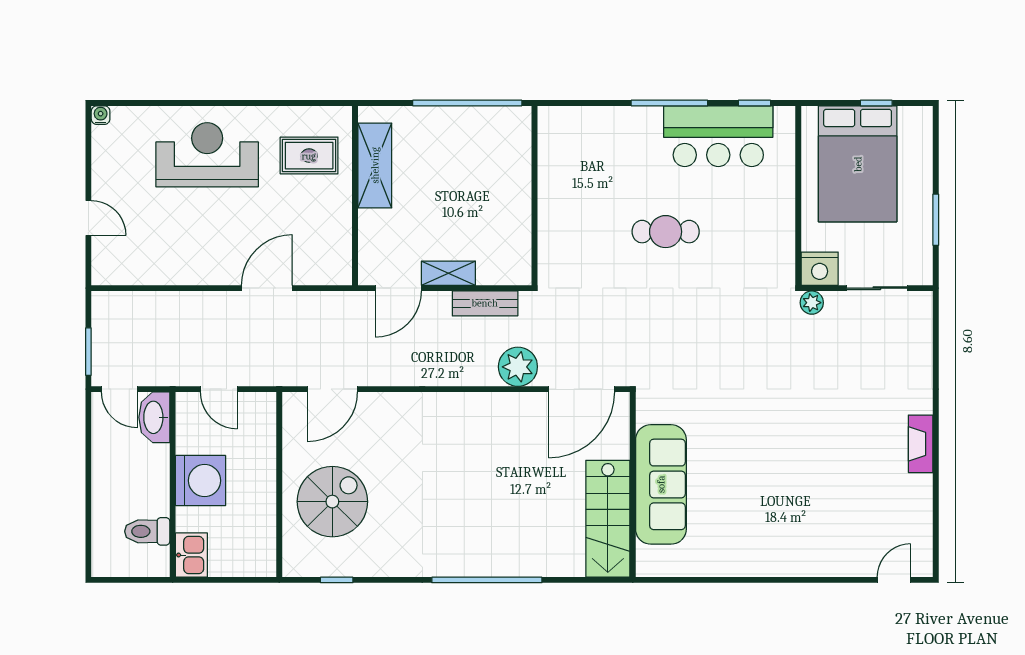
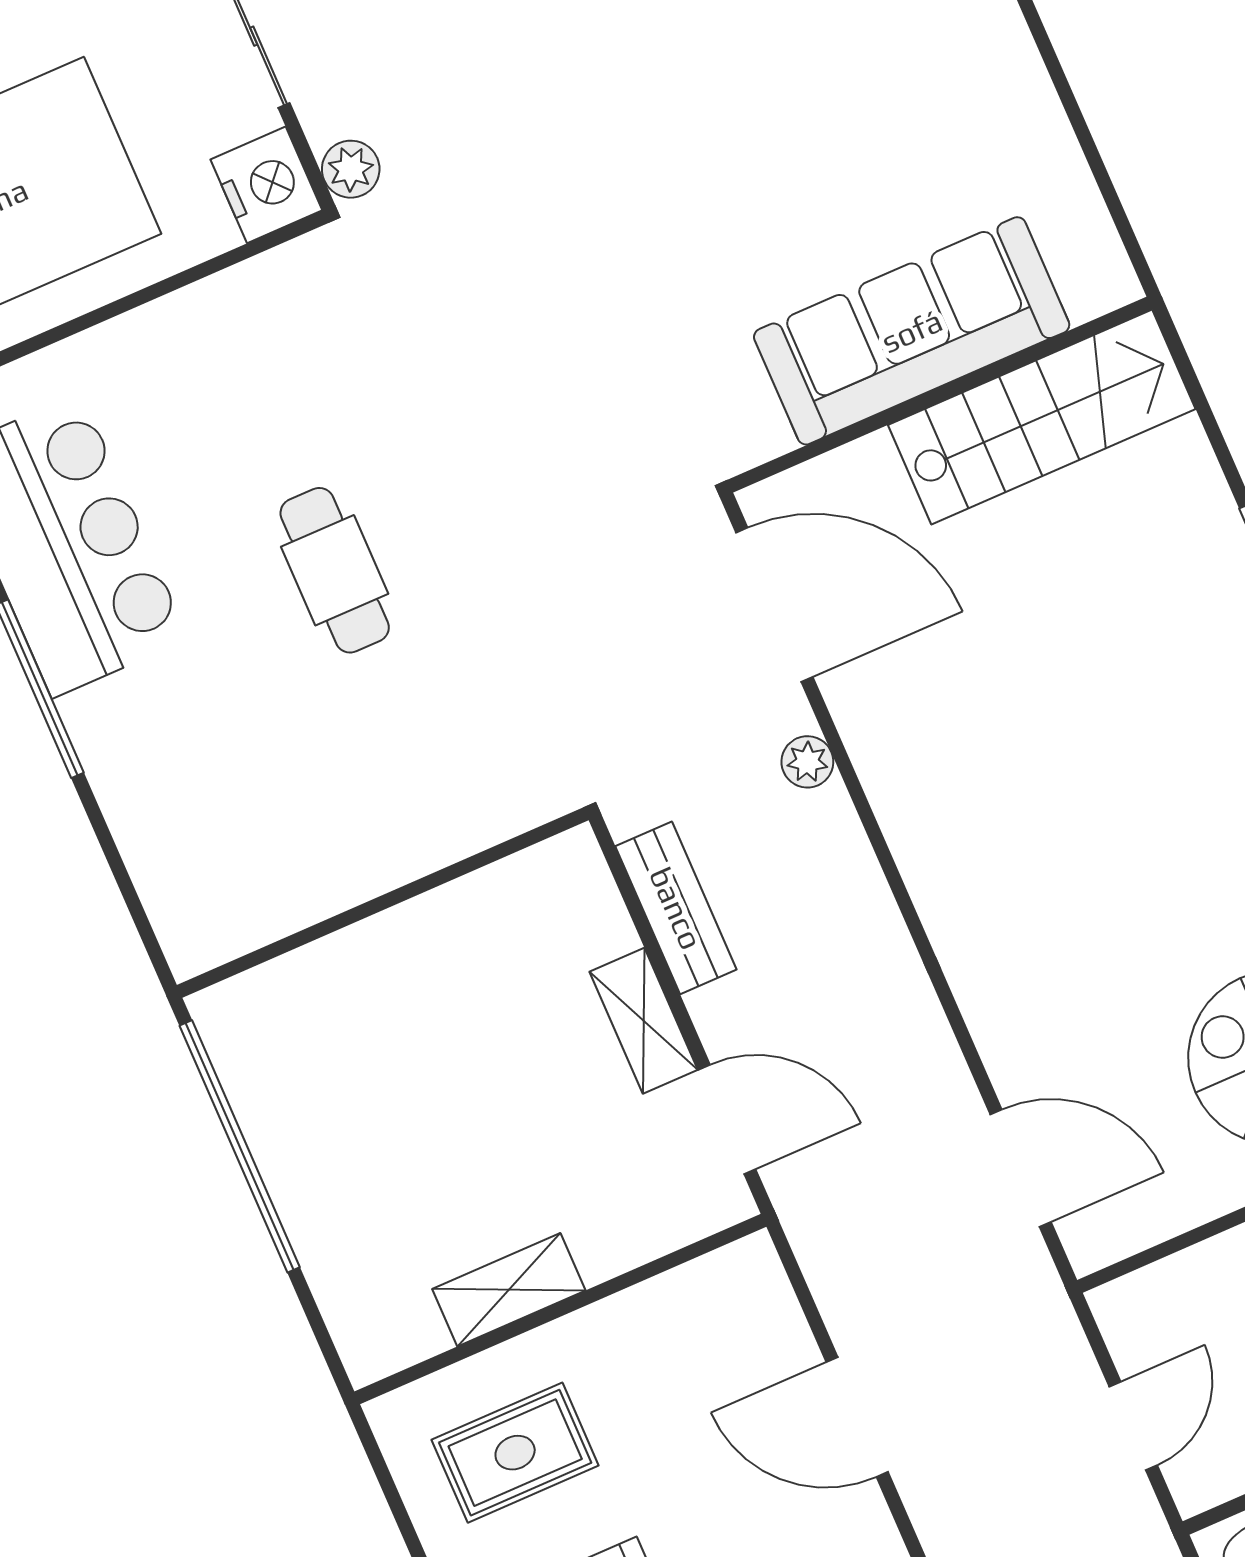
rug: (309, 156) -> (515, 1453), turned 90
shelving: (375, 165) -> (509, 1290), width x0.67, depth x0.75
plant: (518, 367) -> (807, 762), width x0.53, depth x0.53

